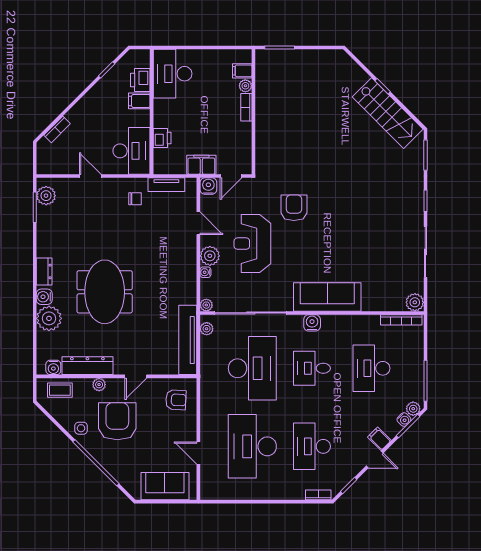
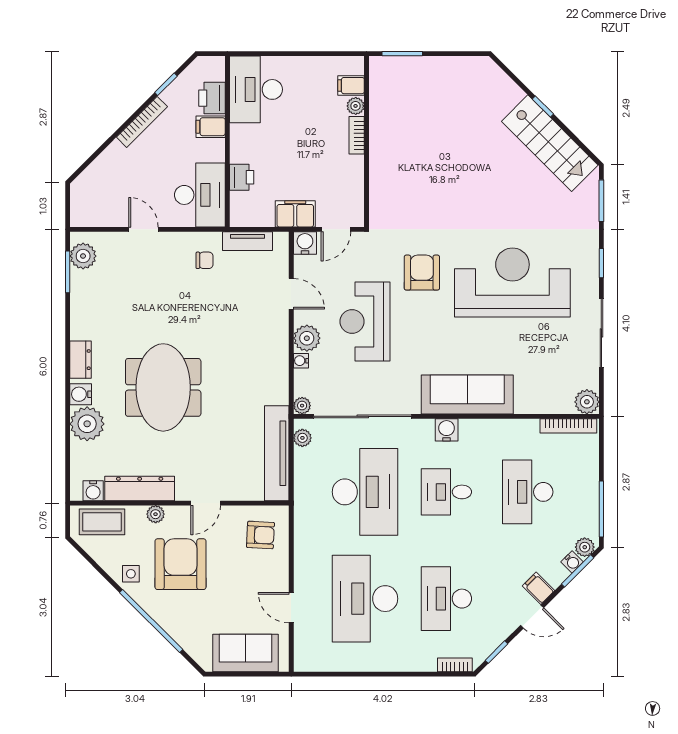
bookcase: (57, 129) -> (142, 122), moved, width x1.56
reception desk: (360, 215) -> (512, 283), added
coffee table: (60, 390) -> (102, 522), width x1.36, depth x1.30

